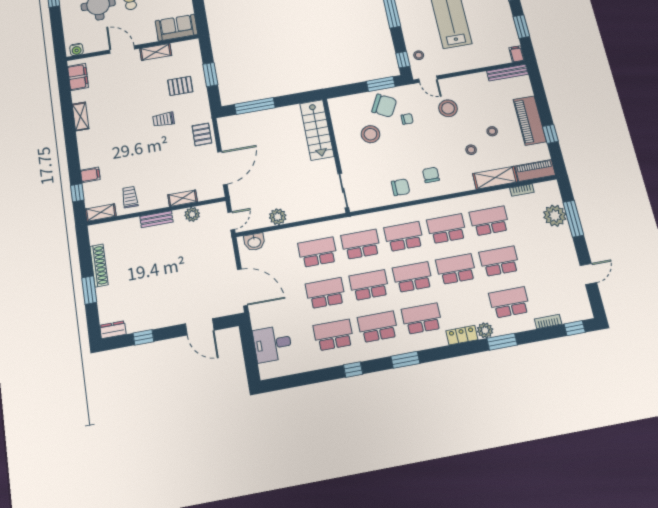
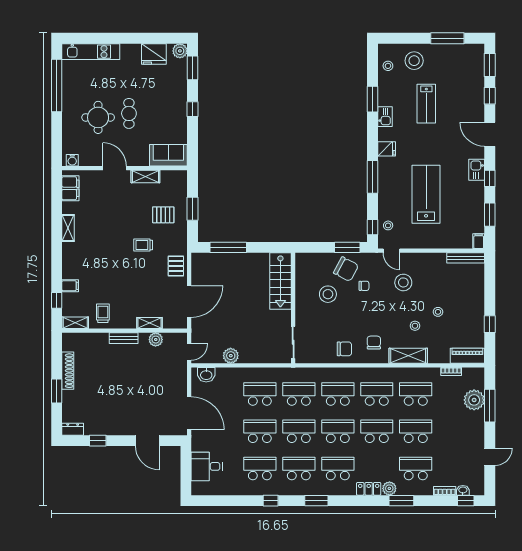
piano: (530, 121) -> (474, 308), removed
shelving: (495, 178) -> (408, 356), moved
washbasin: (568, 317) -> (463, 490), added

